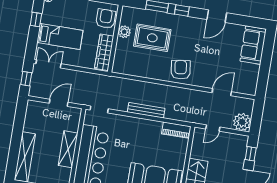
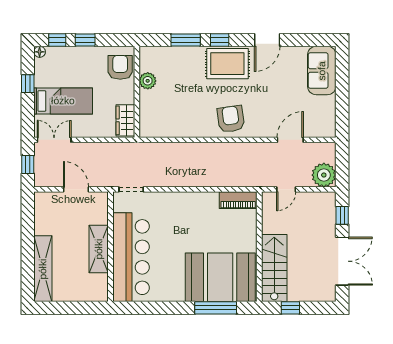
rug: (152, 38) -> (227, 64), moved
wardrobe: (104, 52) -> (125, 120), width x0.67
door: (59, 103) -> (76, 189), hinge flipped
bench: (146, 110) -> (194, 180), removed

